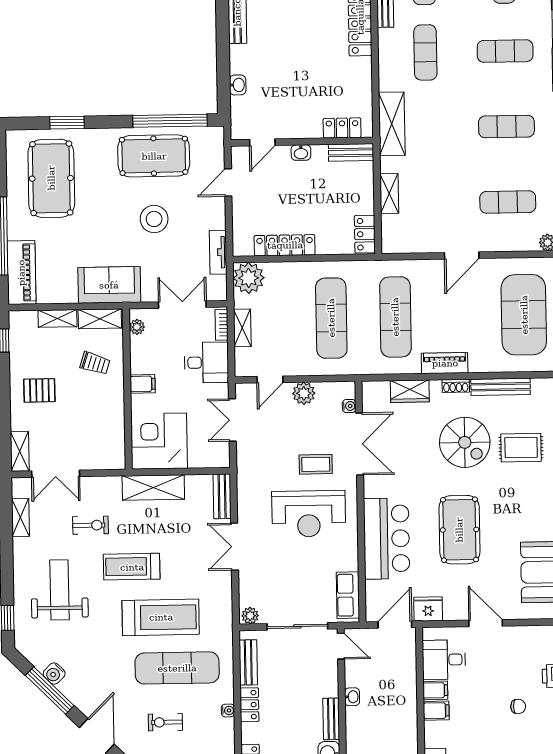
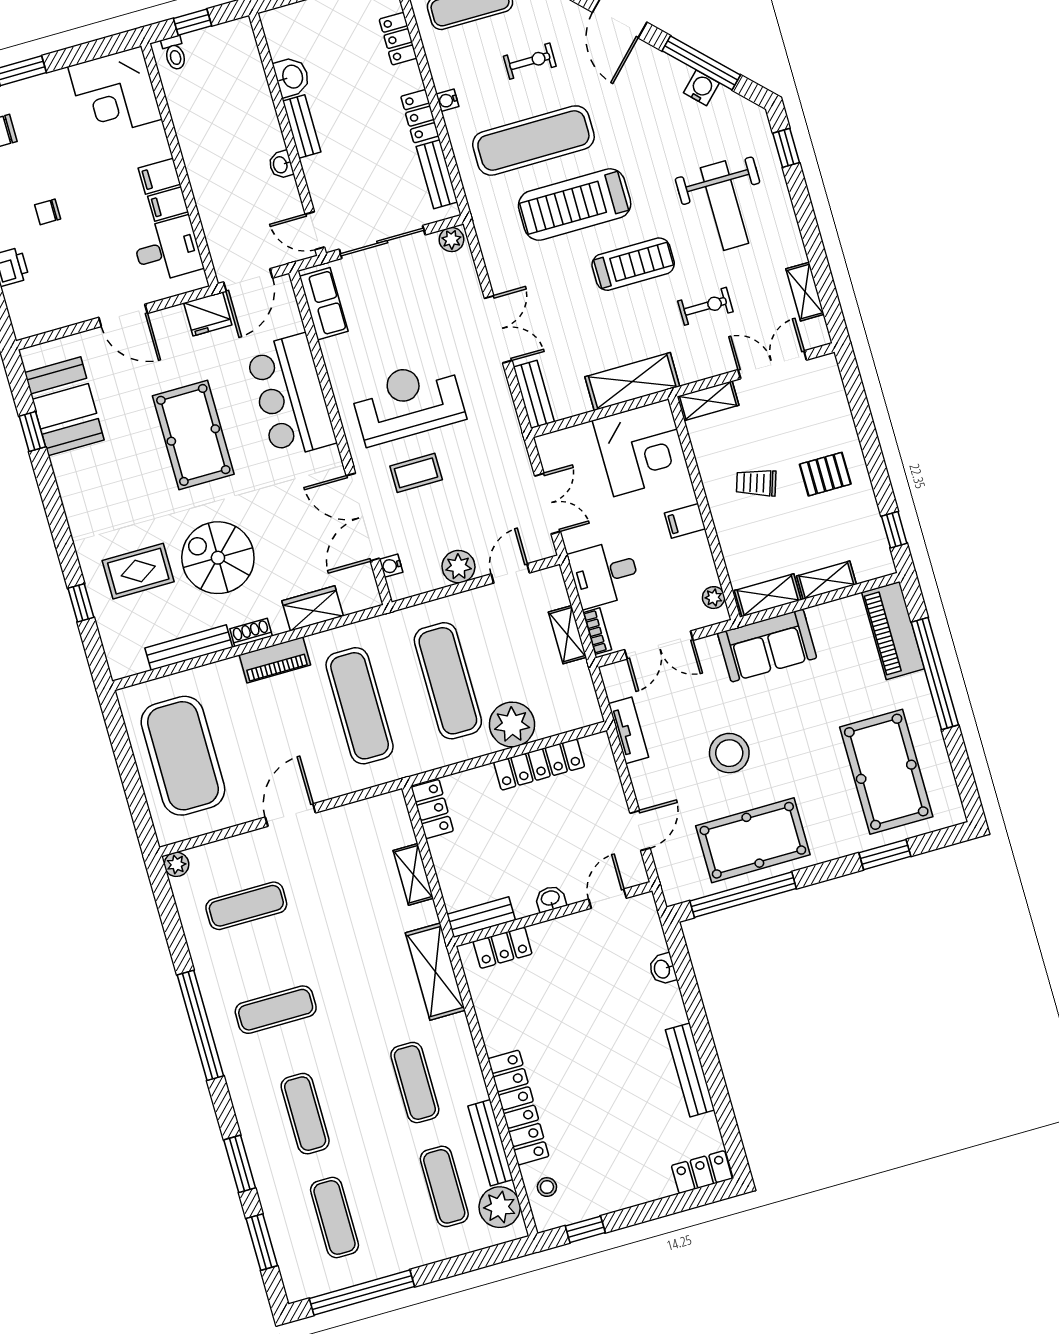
exercise mat: (505, 51) -> (305, 1114), turned 90
plant: (249, 278) -> (512, 724), moved
trolley: (95, 363) -> (756, 483), moved
shelving: (20, 451) -> (708, 401), moved, turned 90
exercise bike: (90, 525) -> (705, 306), turned 180

